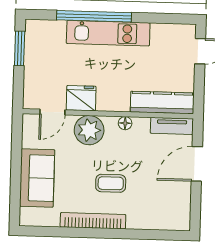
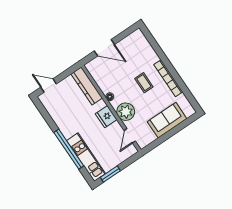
kitchen unit: (108, 33) -> (86, 157), moved
fridge: (81, 98) -> (106, 117), moved
door: (52, 112) -> (130, 136), swing flipped
tv unit: (172, 126) -> (95, 73), removed

